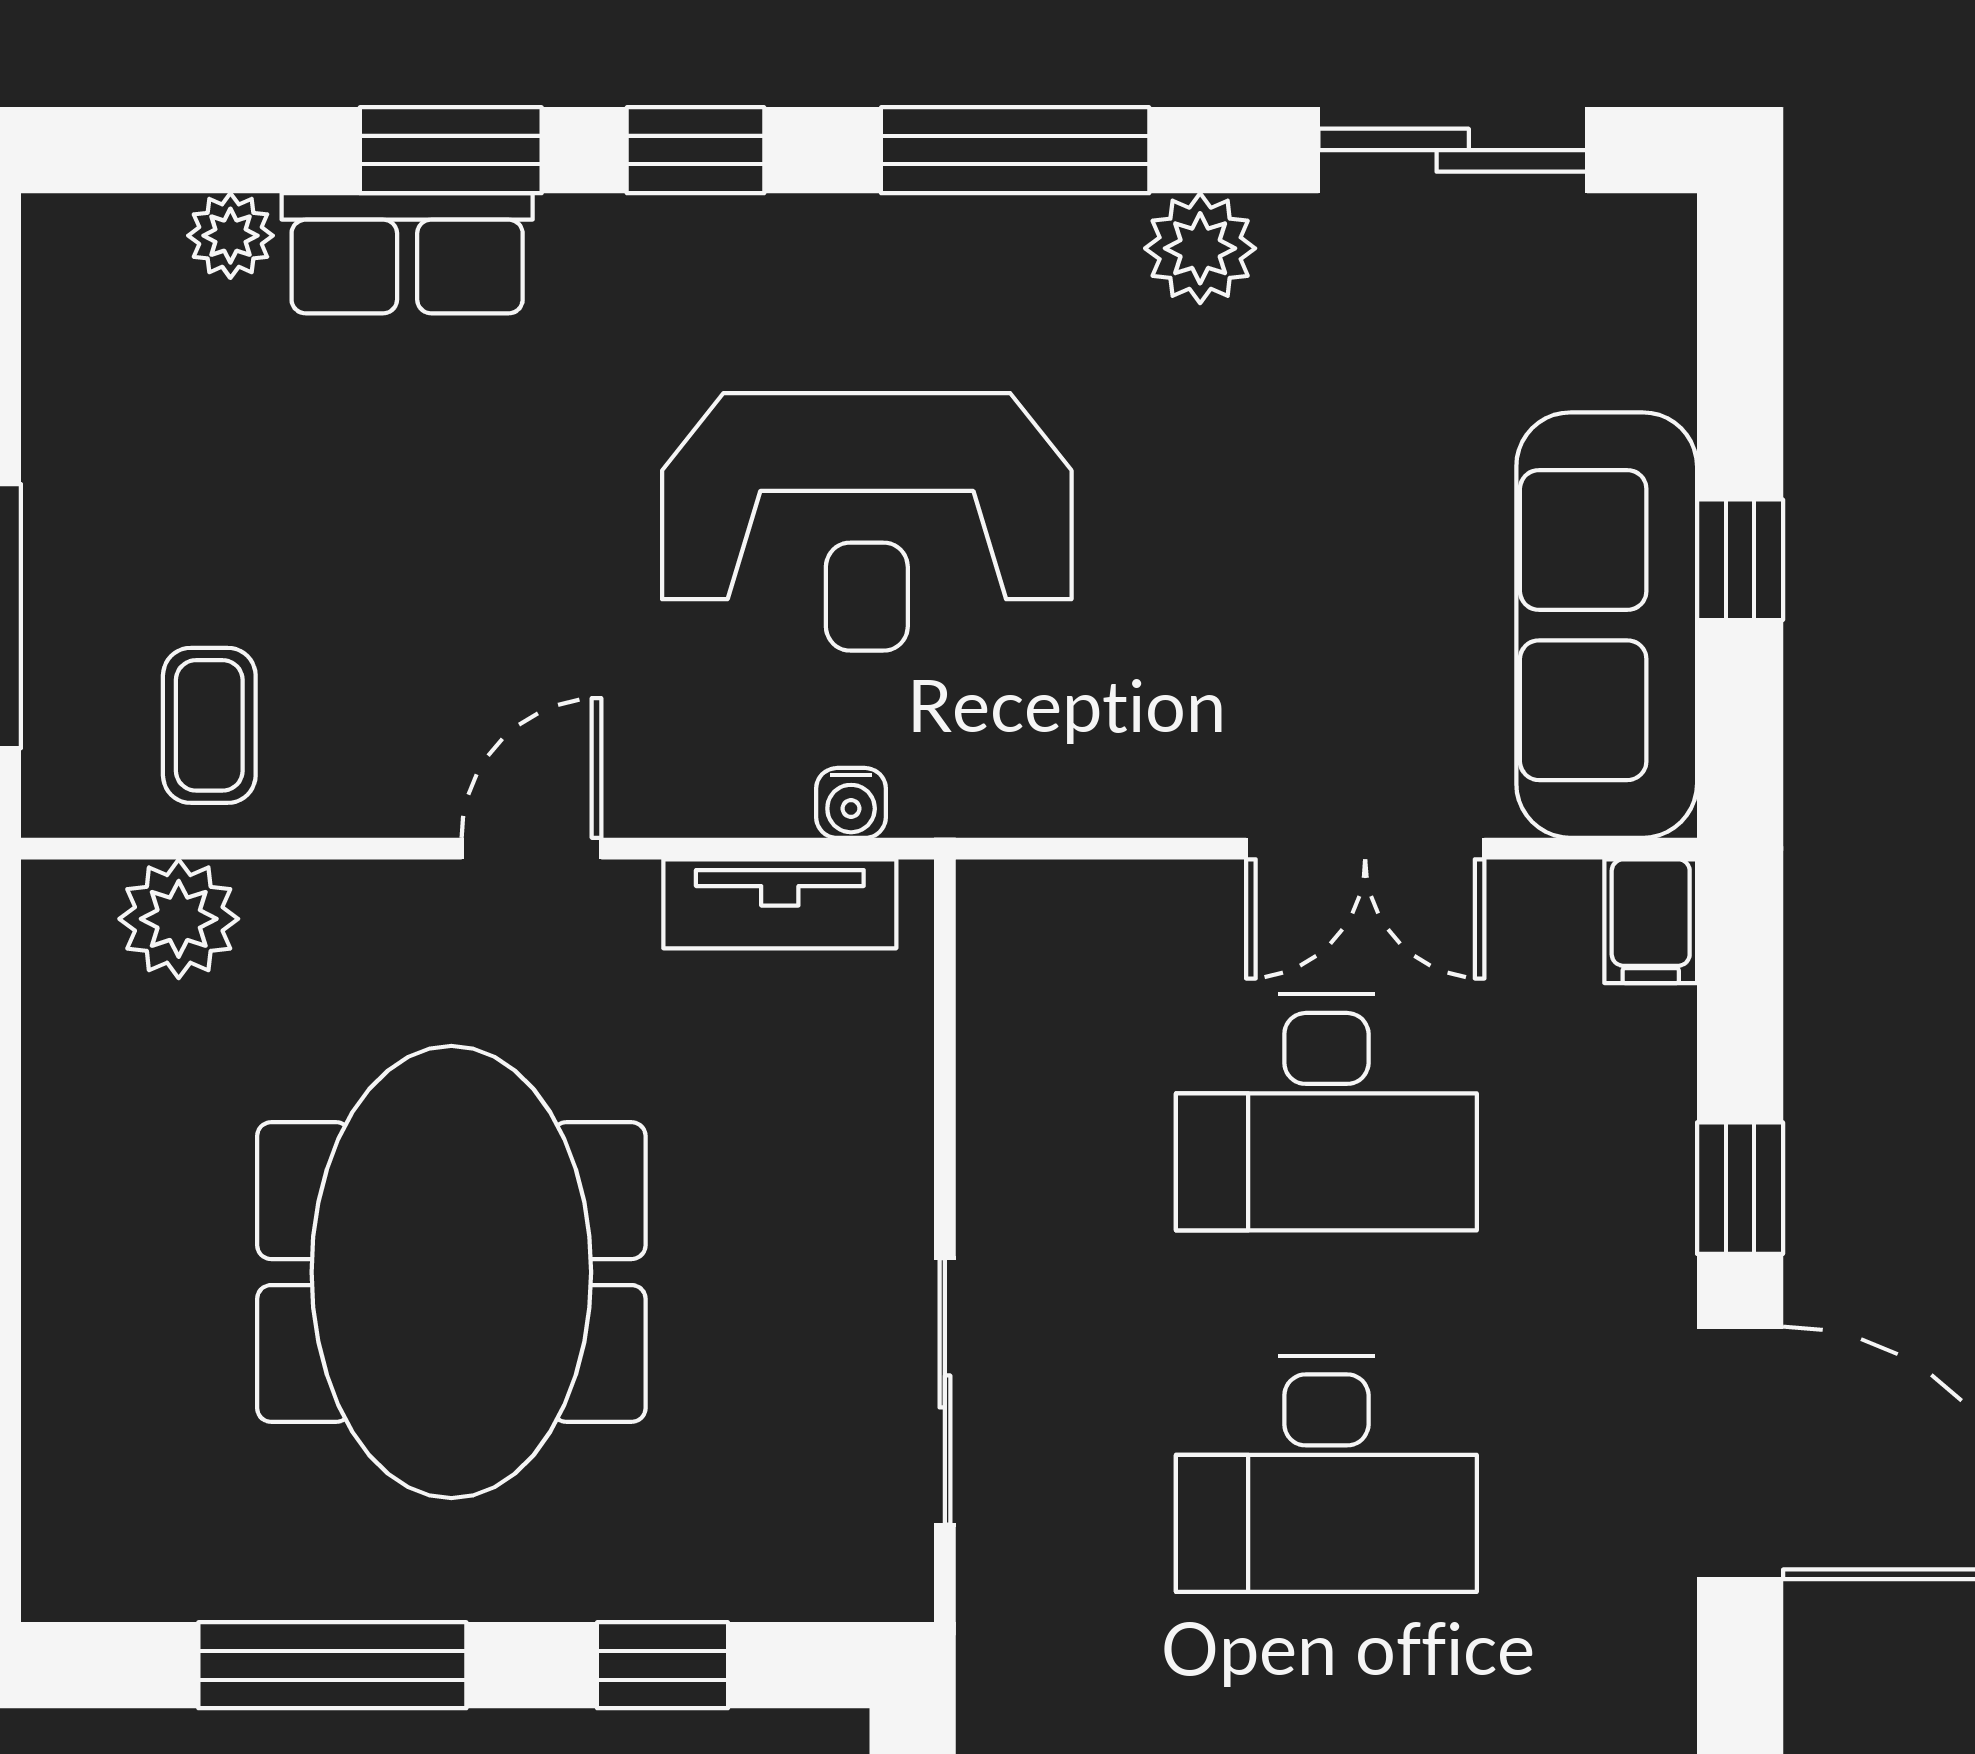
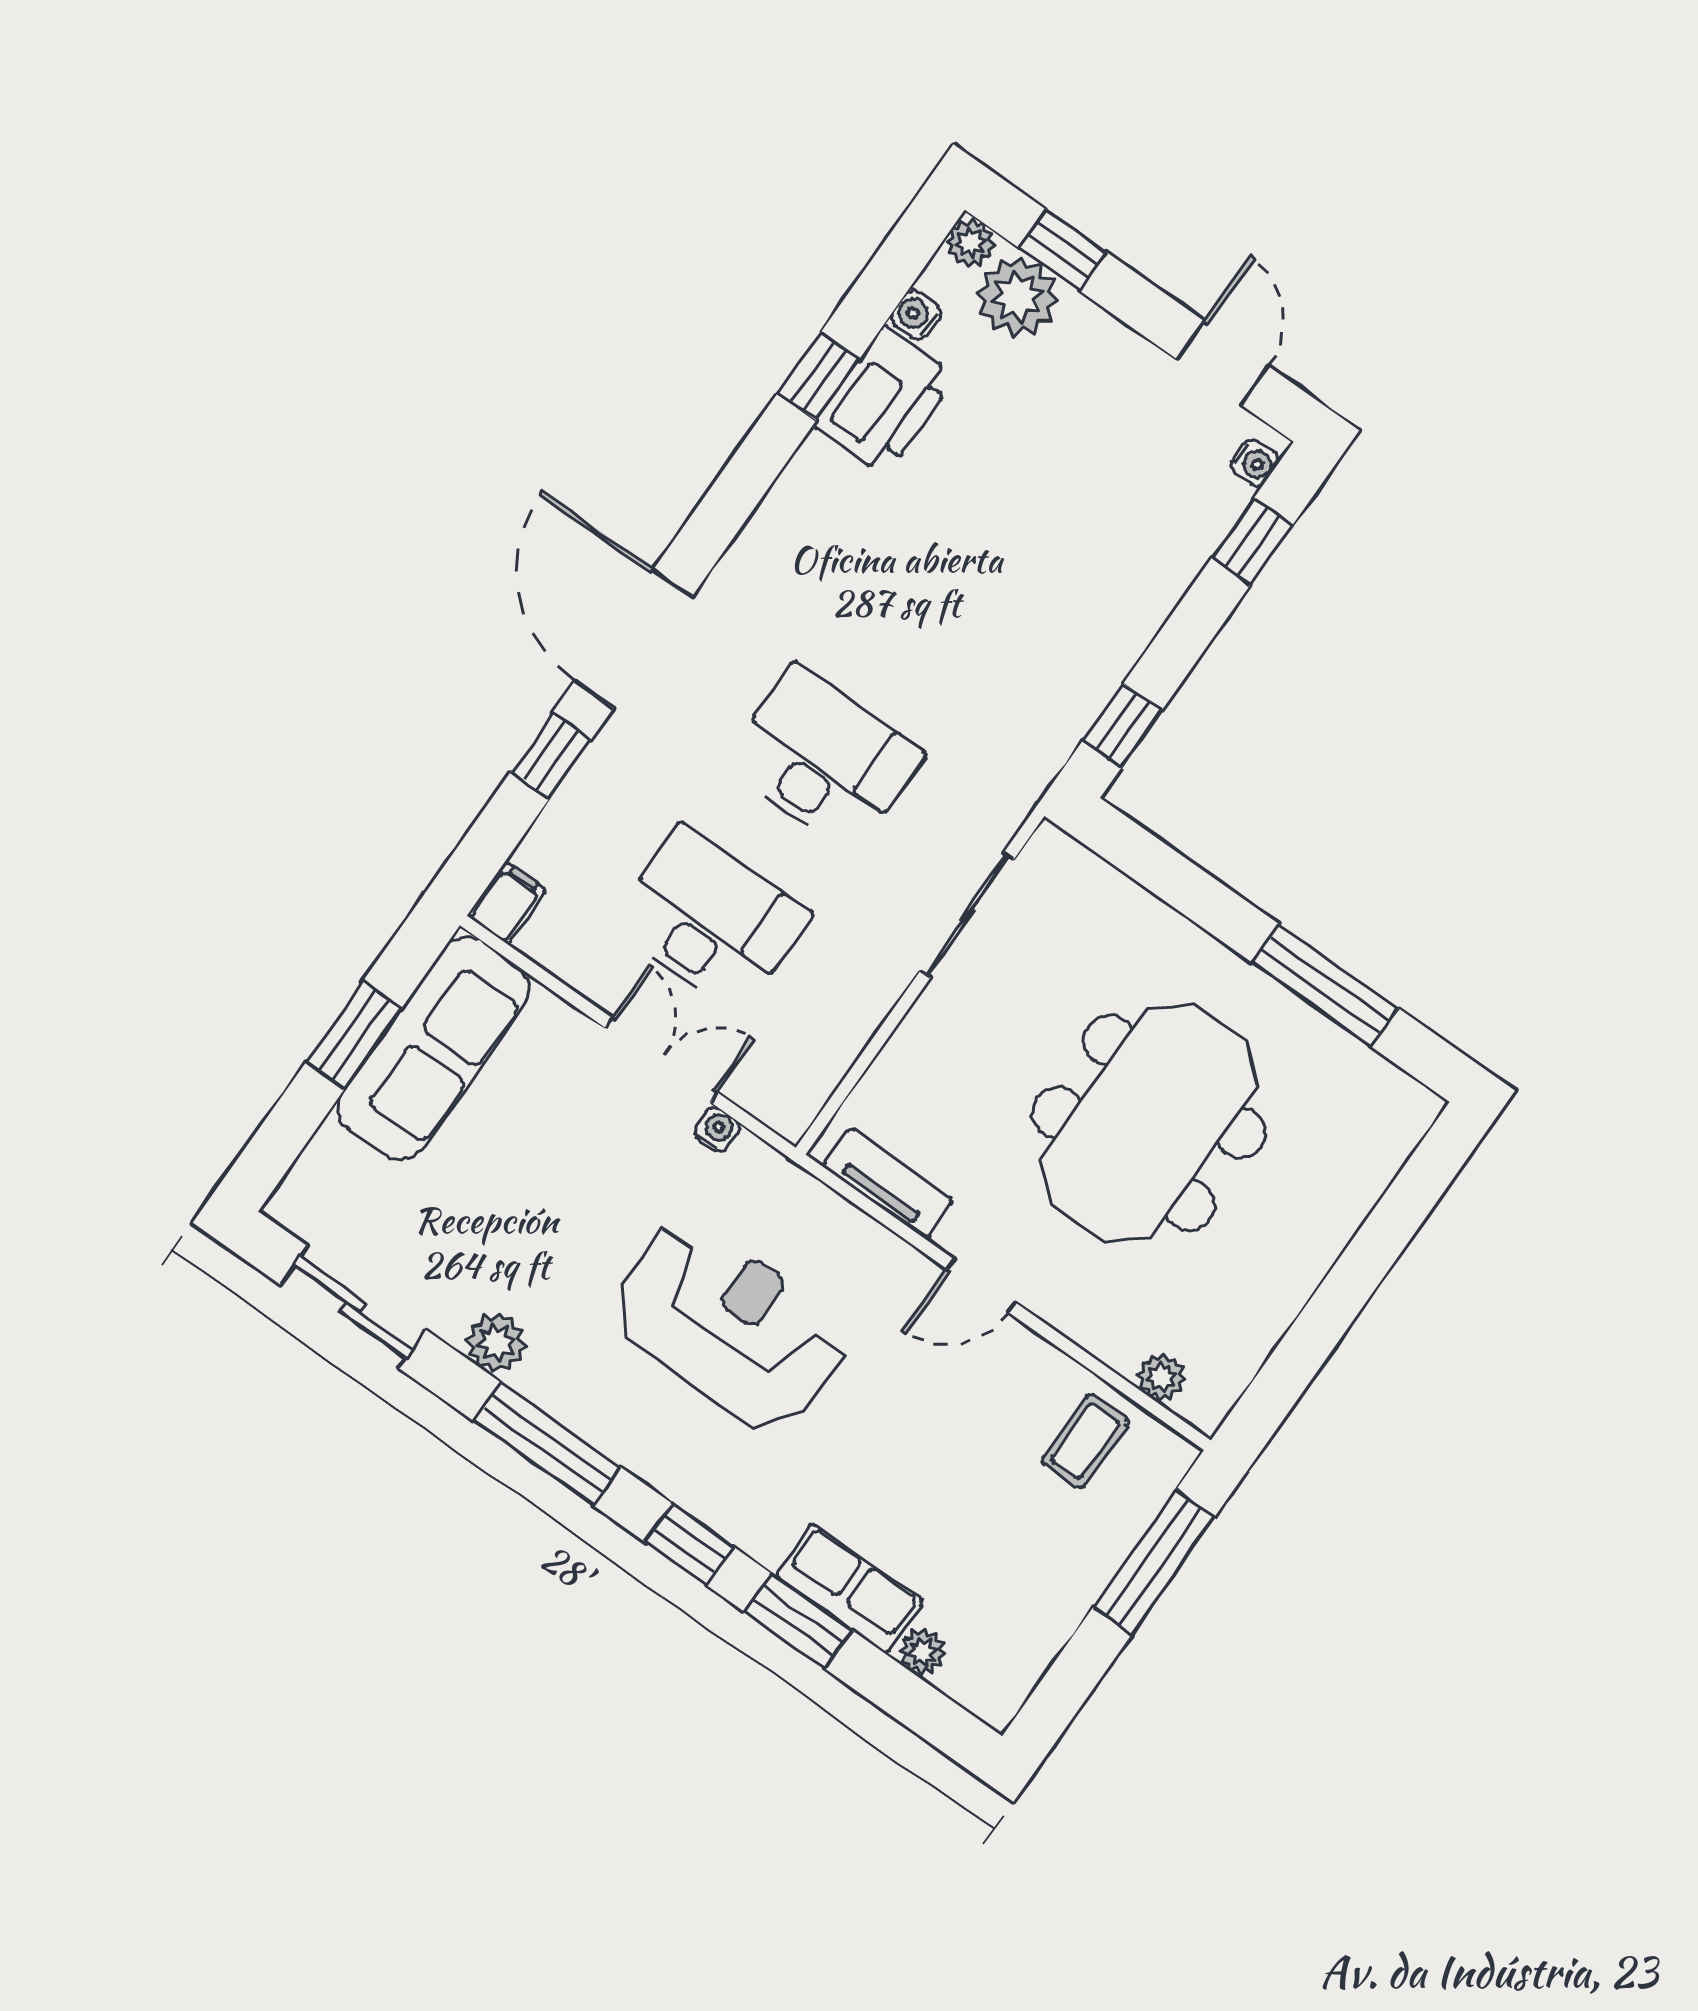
window: (1740, 560) -> (354, 1035), width x1.50
water cooler: (851, 803) -> (717, 1130), moved
double door: (1365, 849) -> (661, 1060), moved
plant: (179, 919) -> (1162, 1377), width x0.73, depth x0.73
window: (663, 1665) -> (1178, 882), removed

